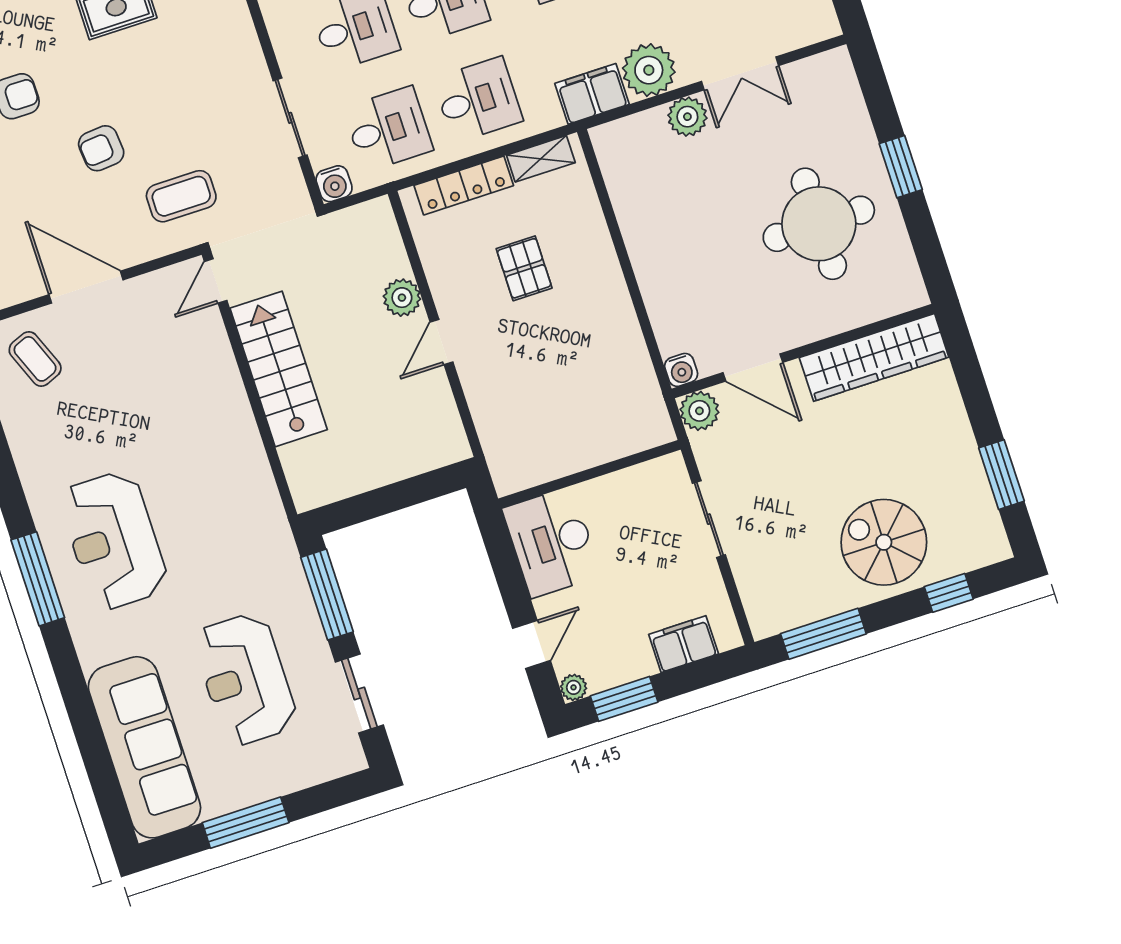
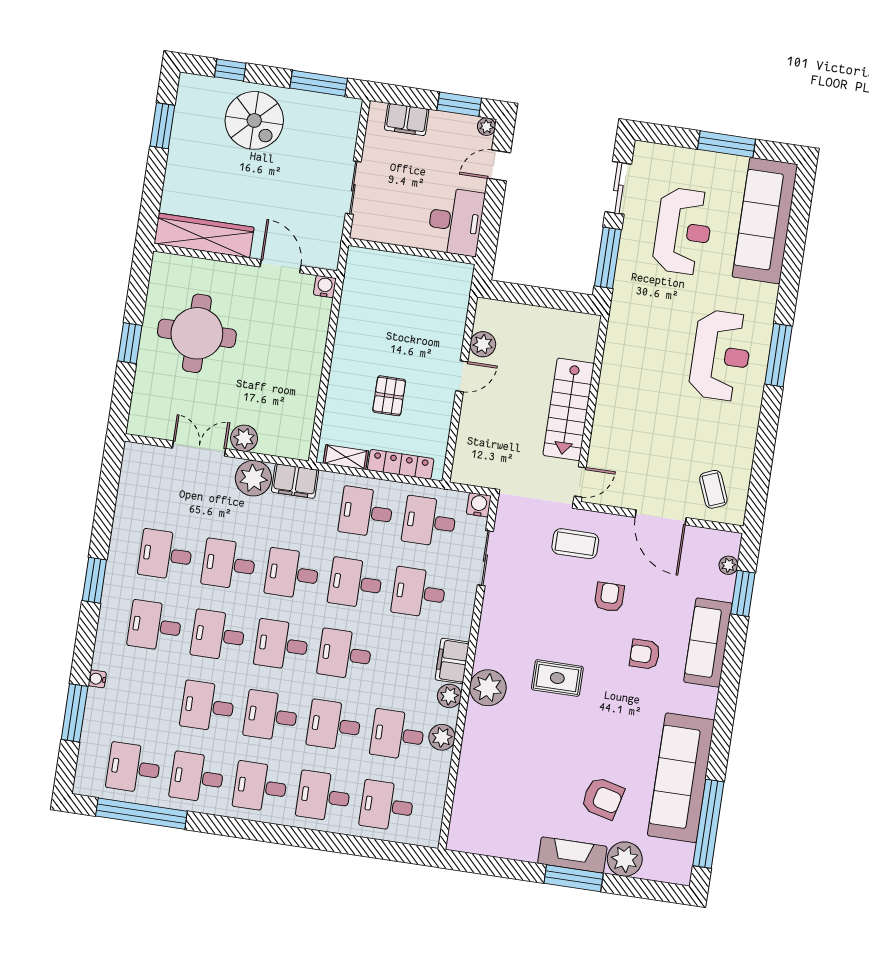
armchair: (101, 148) -> (609, 597), turned -85
plant: (402, 298) -> (483, 344), moved
plant: (699, 411) -> (326, 256), removed

